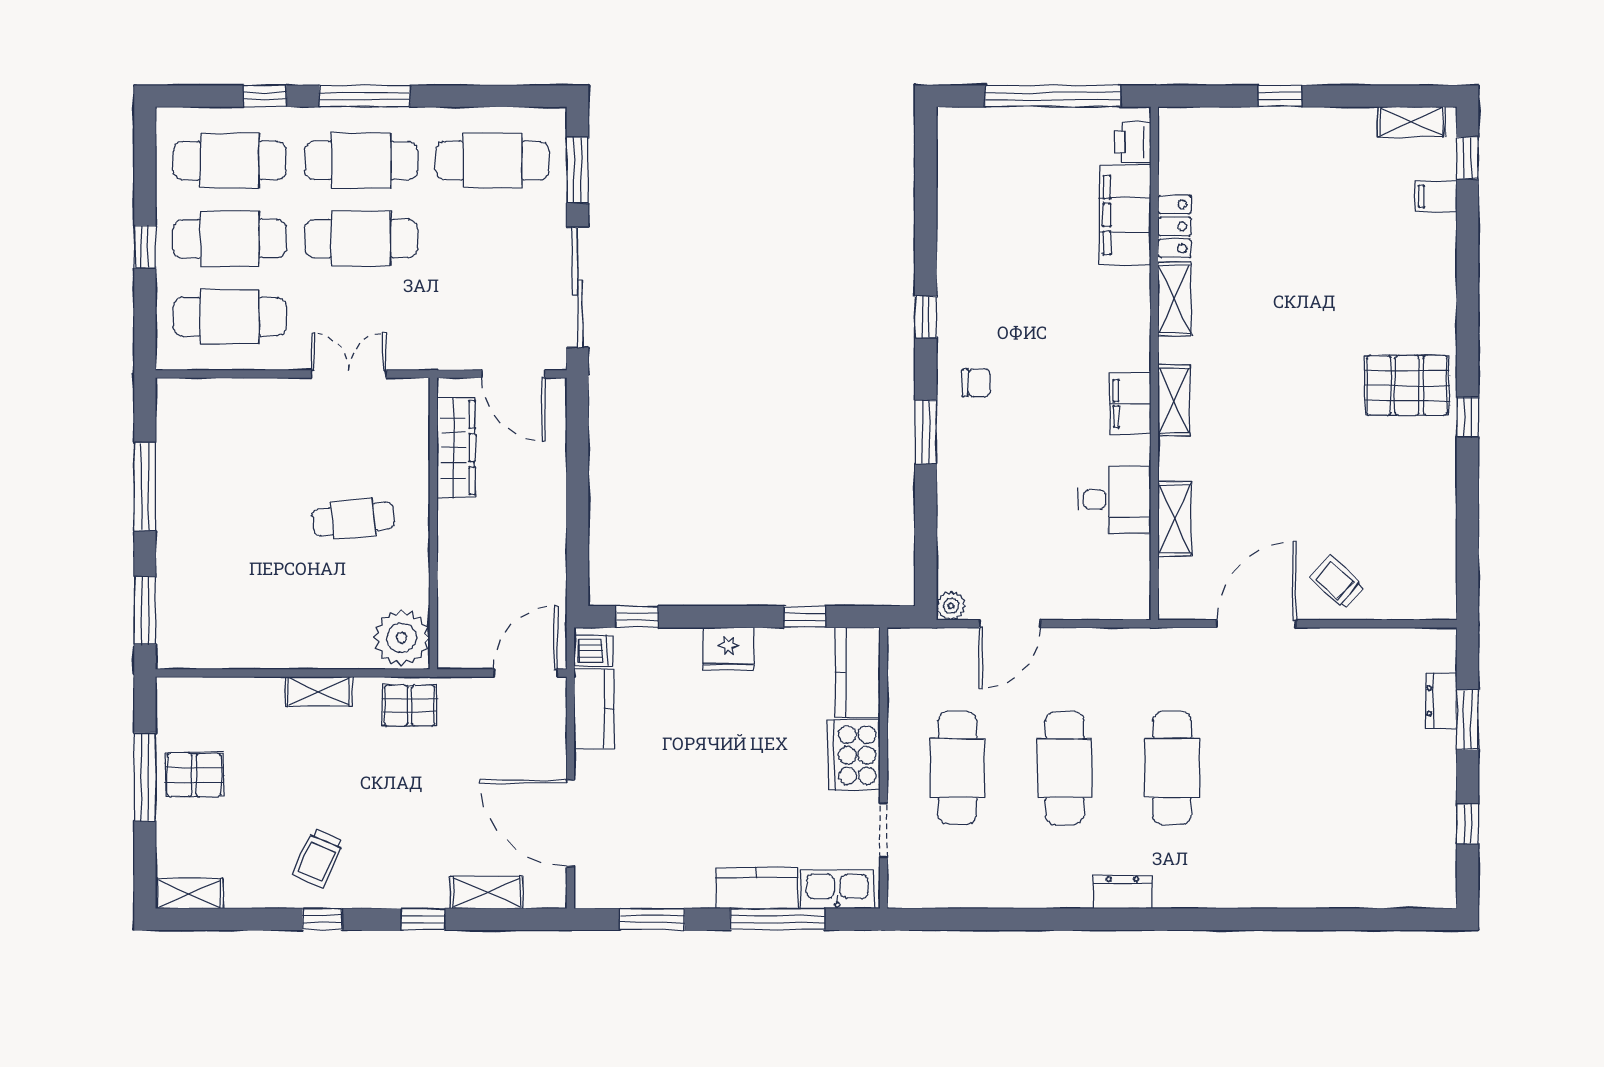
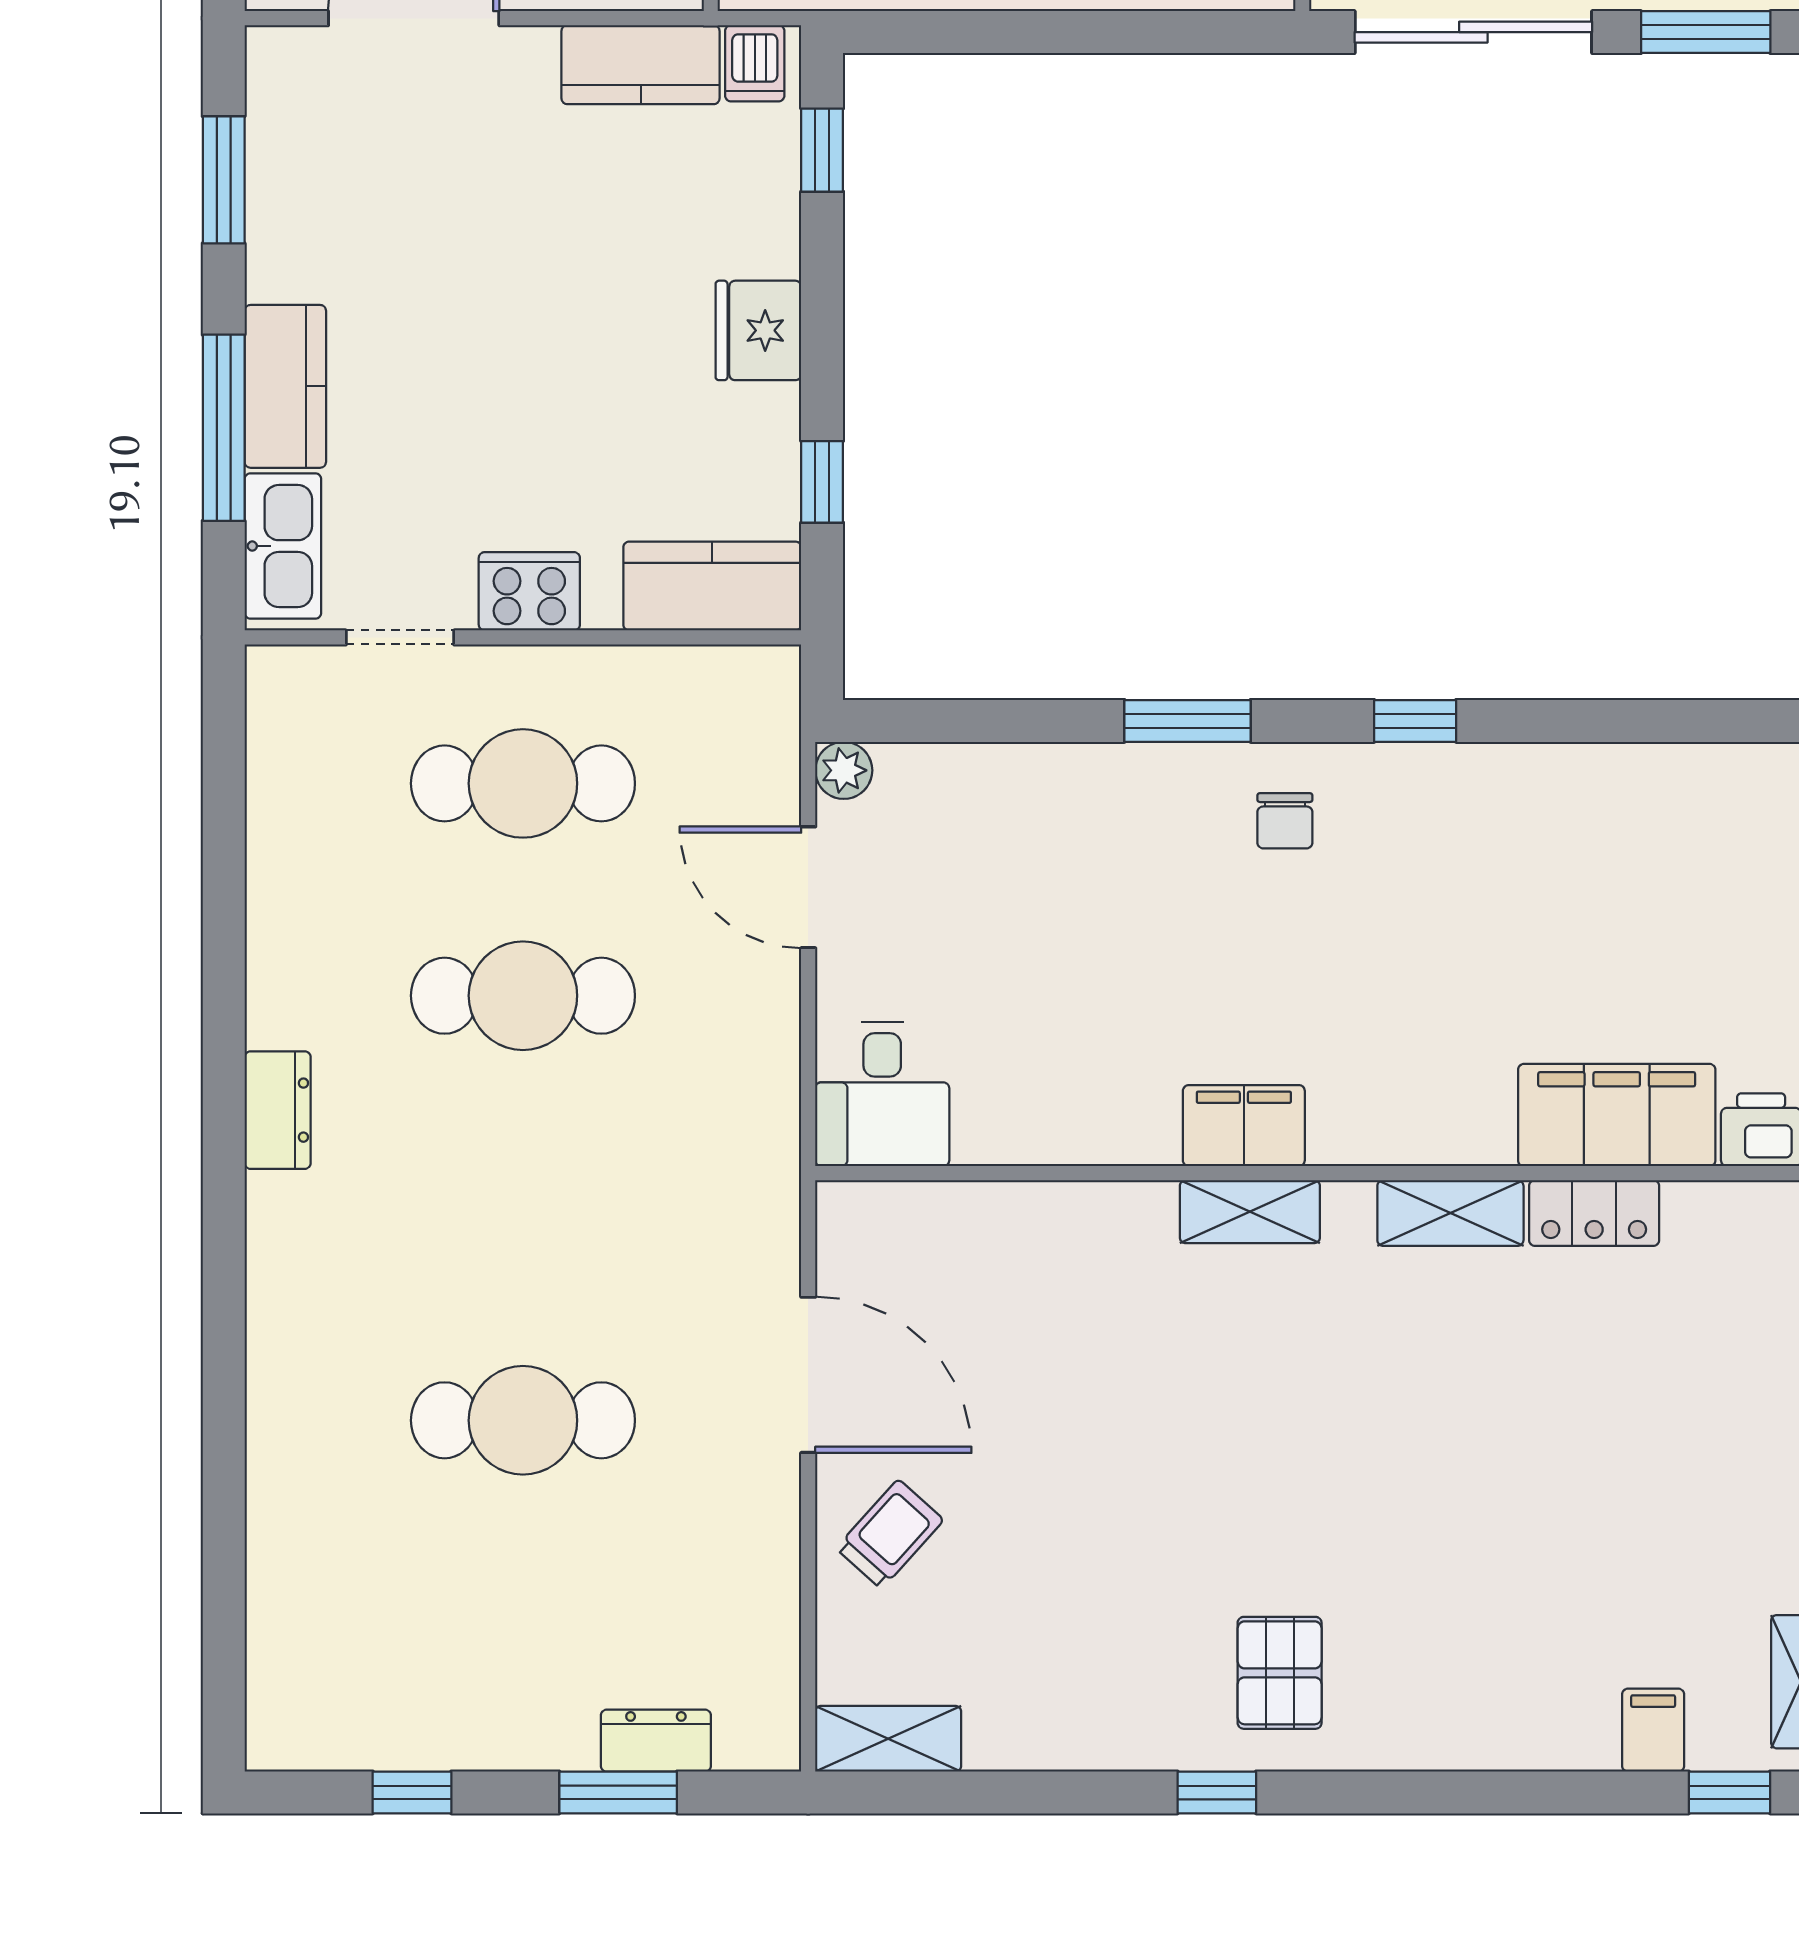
pallet: (1407, 385) -> (1280, 1673), width x0.67, depth x0.71
desk: (1114, 499) -> (882, 1094), moved
shelving: (1175, 519) -> (888, 1739), moved
cooker: (854, 755) -> (529, 591), width x0.73, depth x0.76
cafe table: (1172, 768) -> (523, 1420), moved

